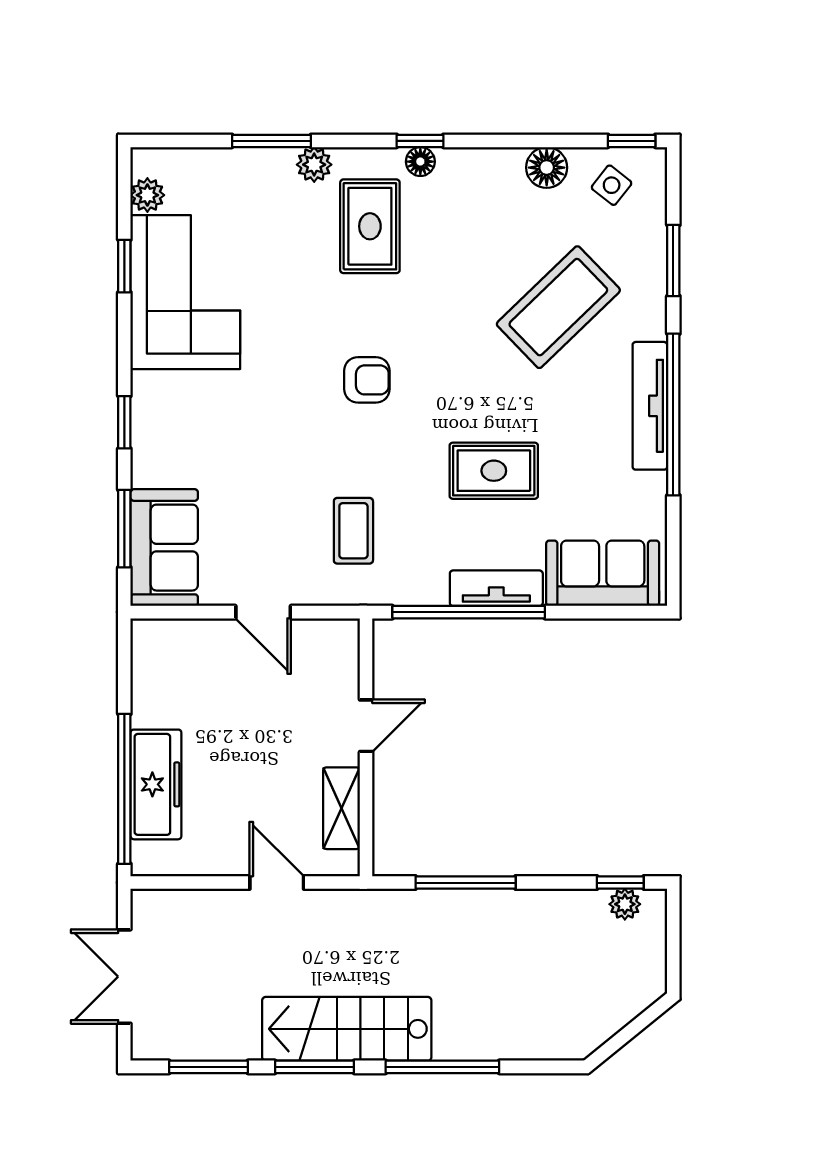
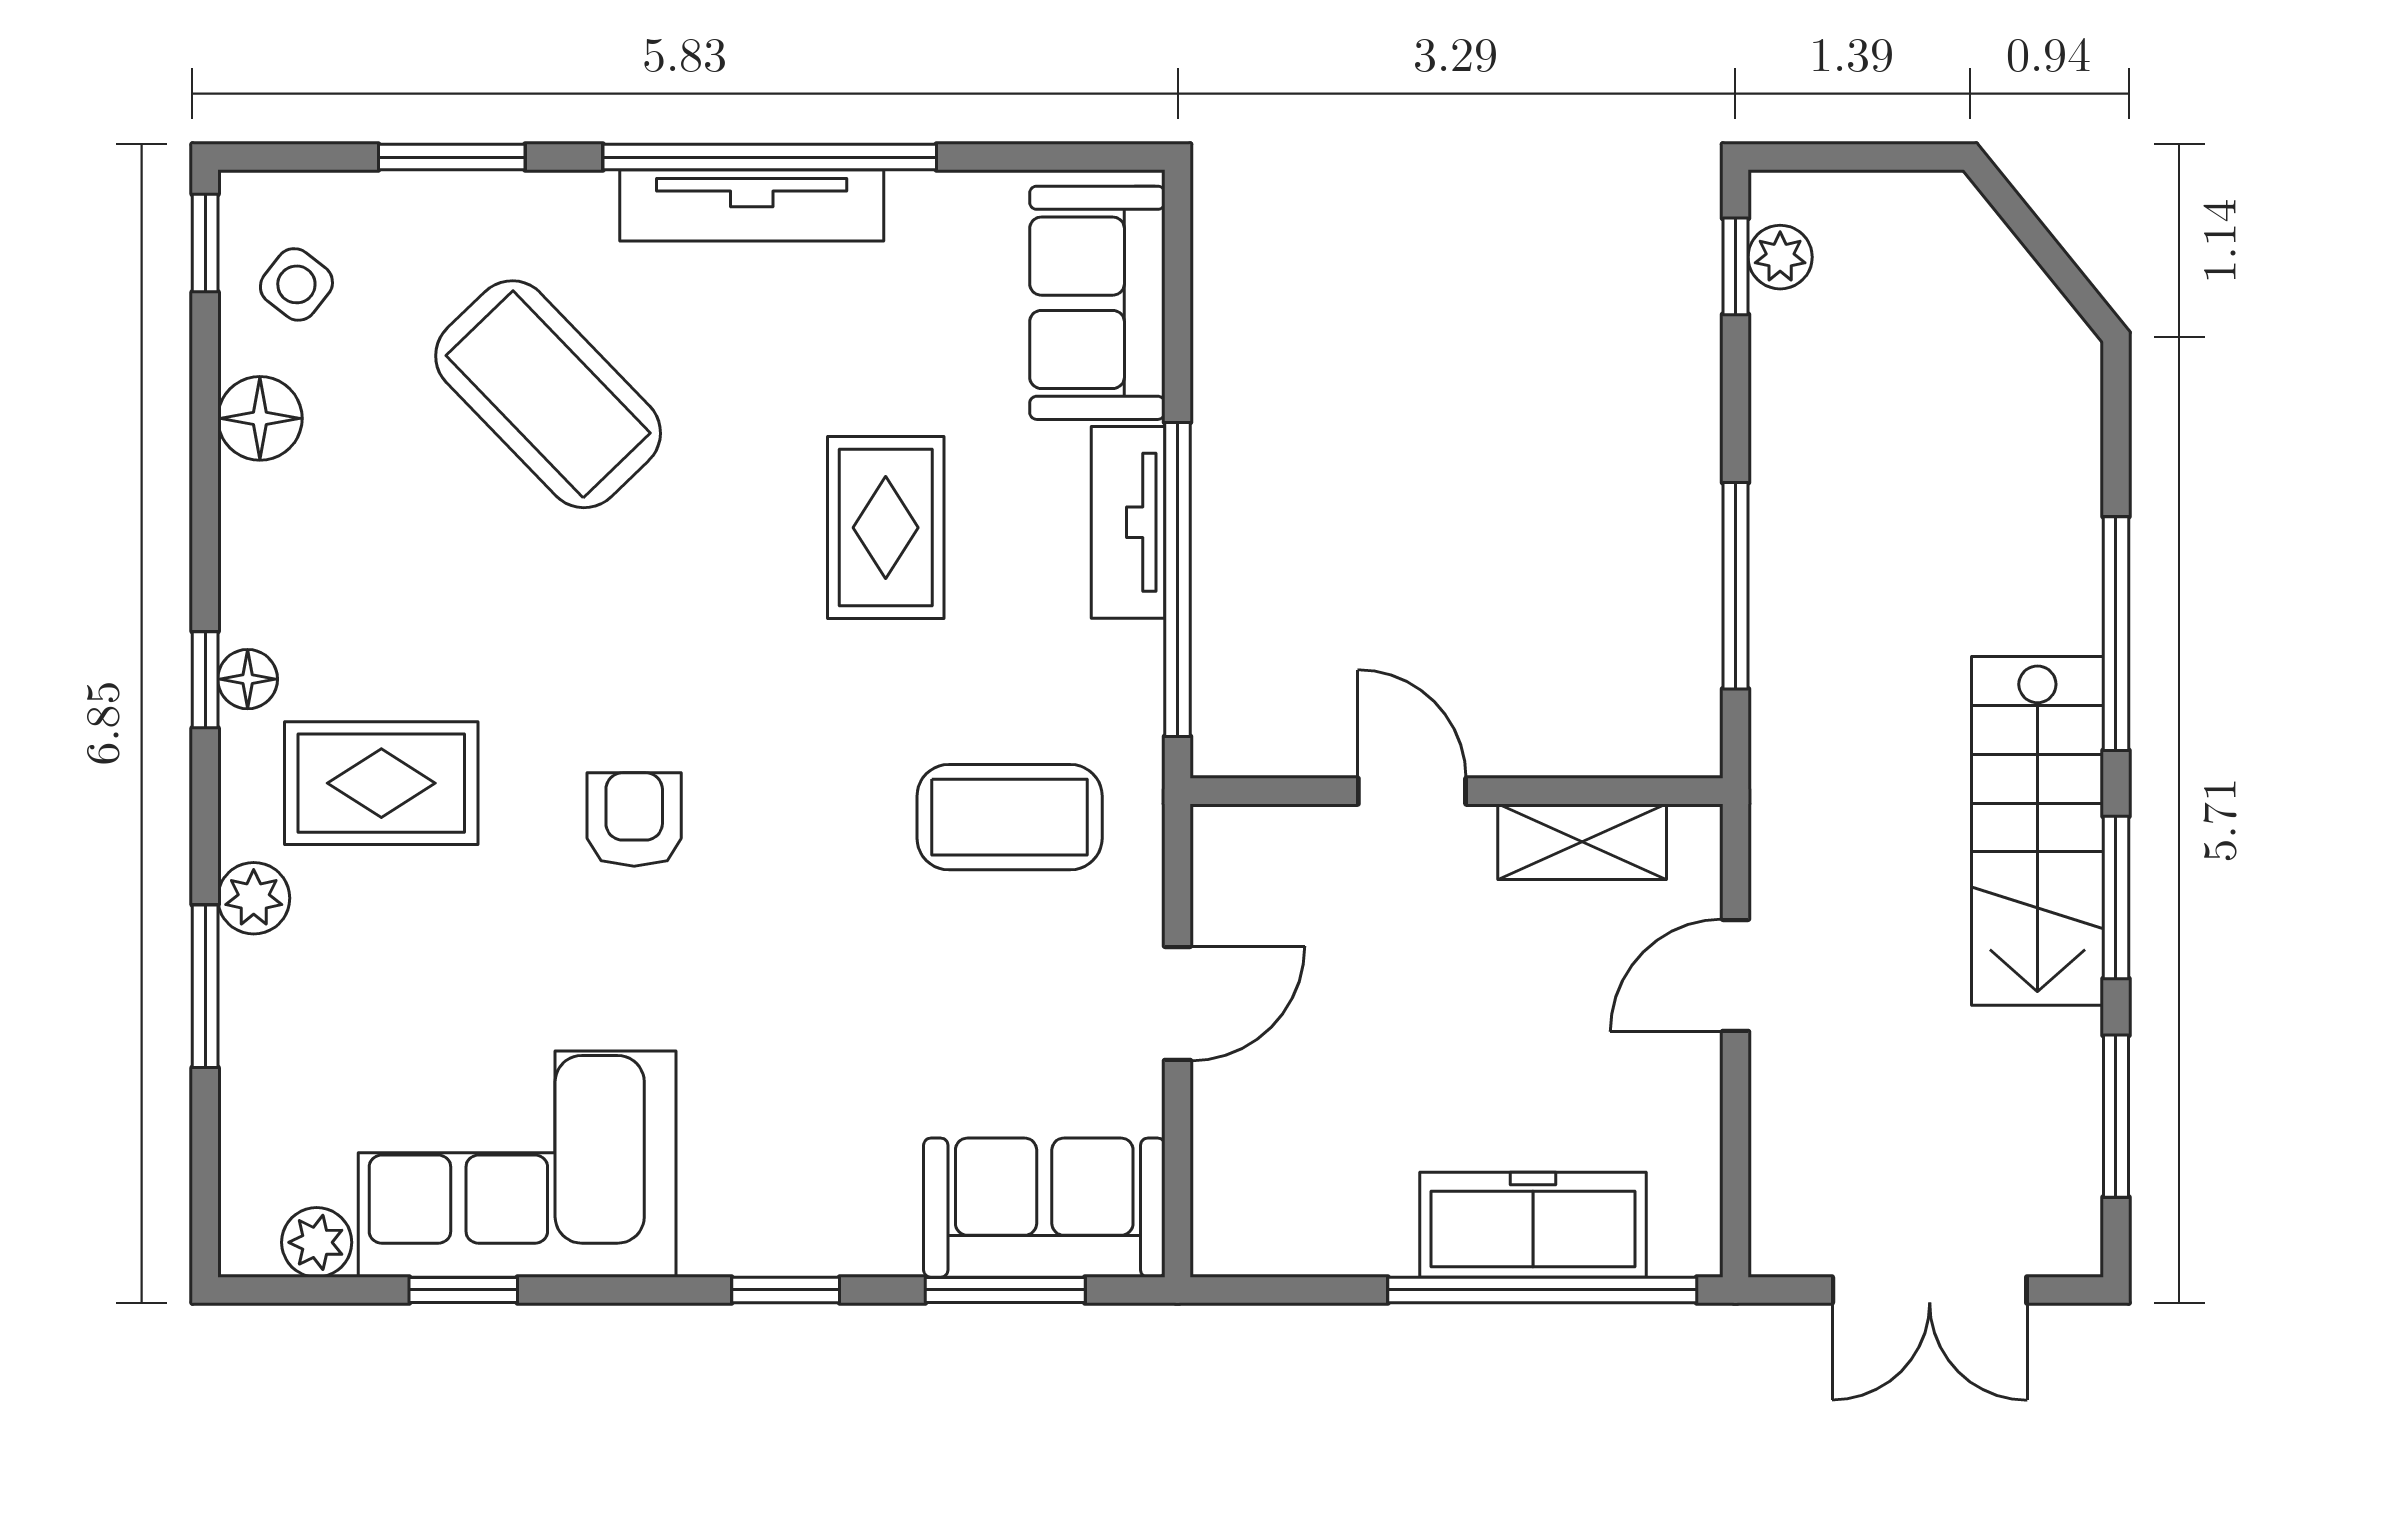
armchair: (367, 380) -> (634, 820), moved
coffee table: (353, 531) -> (1010, 817), width x1.36, depth x1.30

